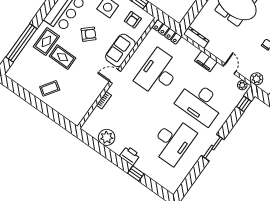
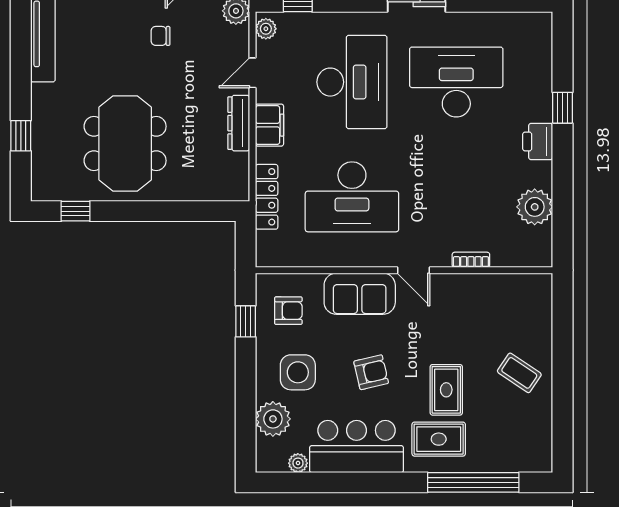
locker: (167, 32) -> (267, 197), moved
armchair: (89, 34) -> (371, 372), turned 120
dresser: (196, 37) -> (239, 123), moved

